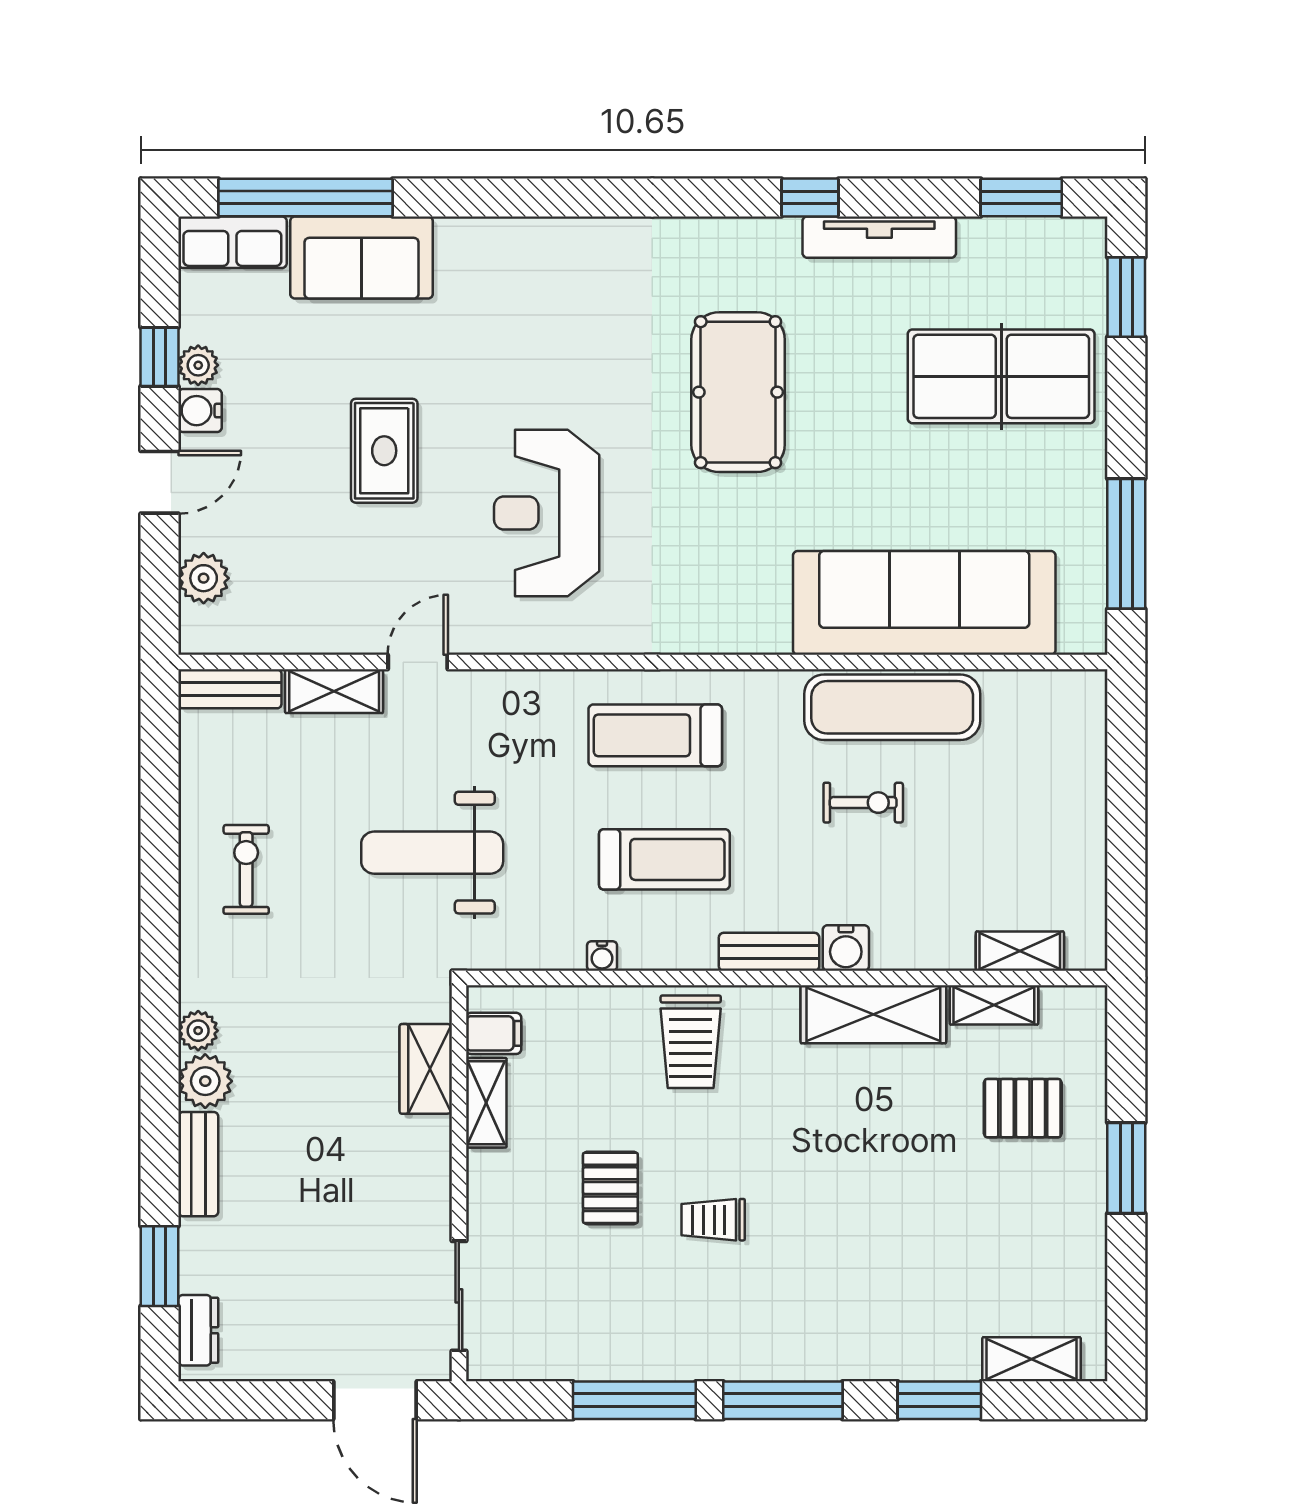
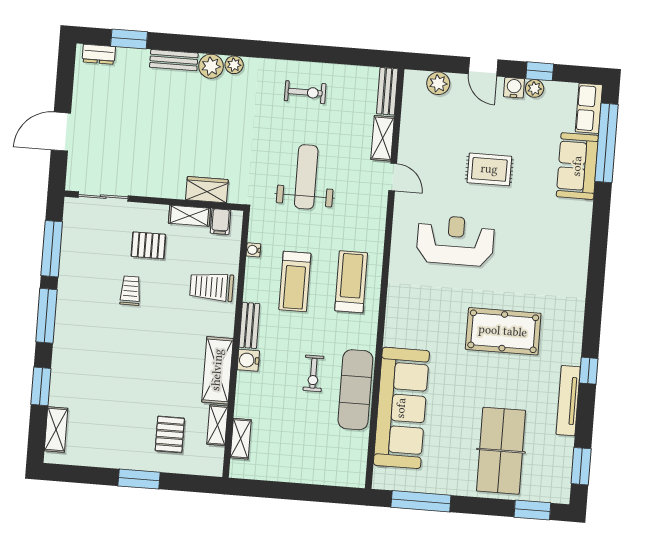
filing cabinet: (494, 1033) -> (220, 222), moved
wardrobe: (426, 1069) -> (207, 190), moved
shelving: (486, 1103) -> (189, 216), moved
wall: (459, 1183) -> (154, 201), moved
sliding door: (459, 1296) -> (103, 197), moved

